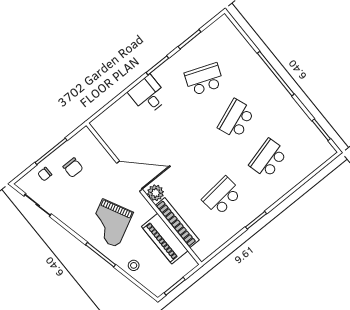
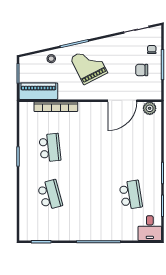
school desk: (204, 79) -> (131, 195), turned -30
desk: (148, 95) -> (150, 228), moved, turned 90
school desk: (236, 119) -> (90, 195), removed
door: (130, 176) -> (122, 101), moved
plant: (156, 193) -> (150, 108), moved
piano: (165, 239) -> (38, 91), moved

